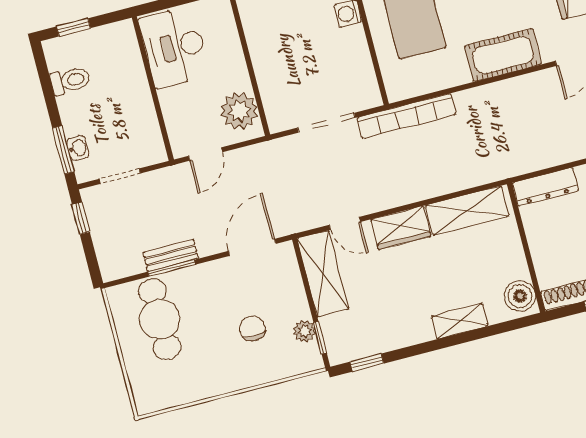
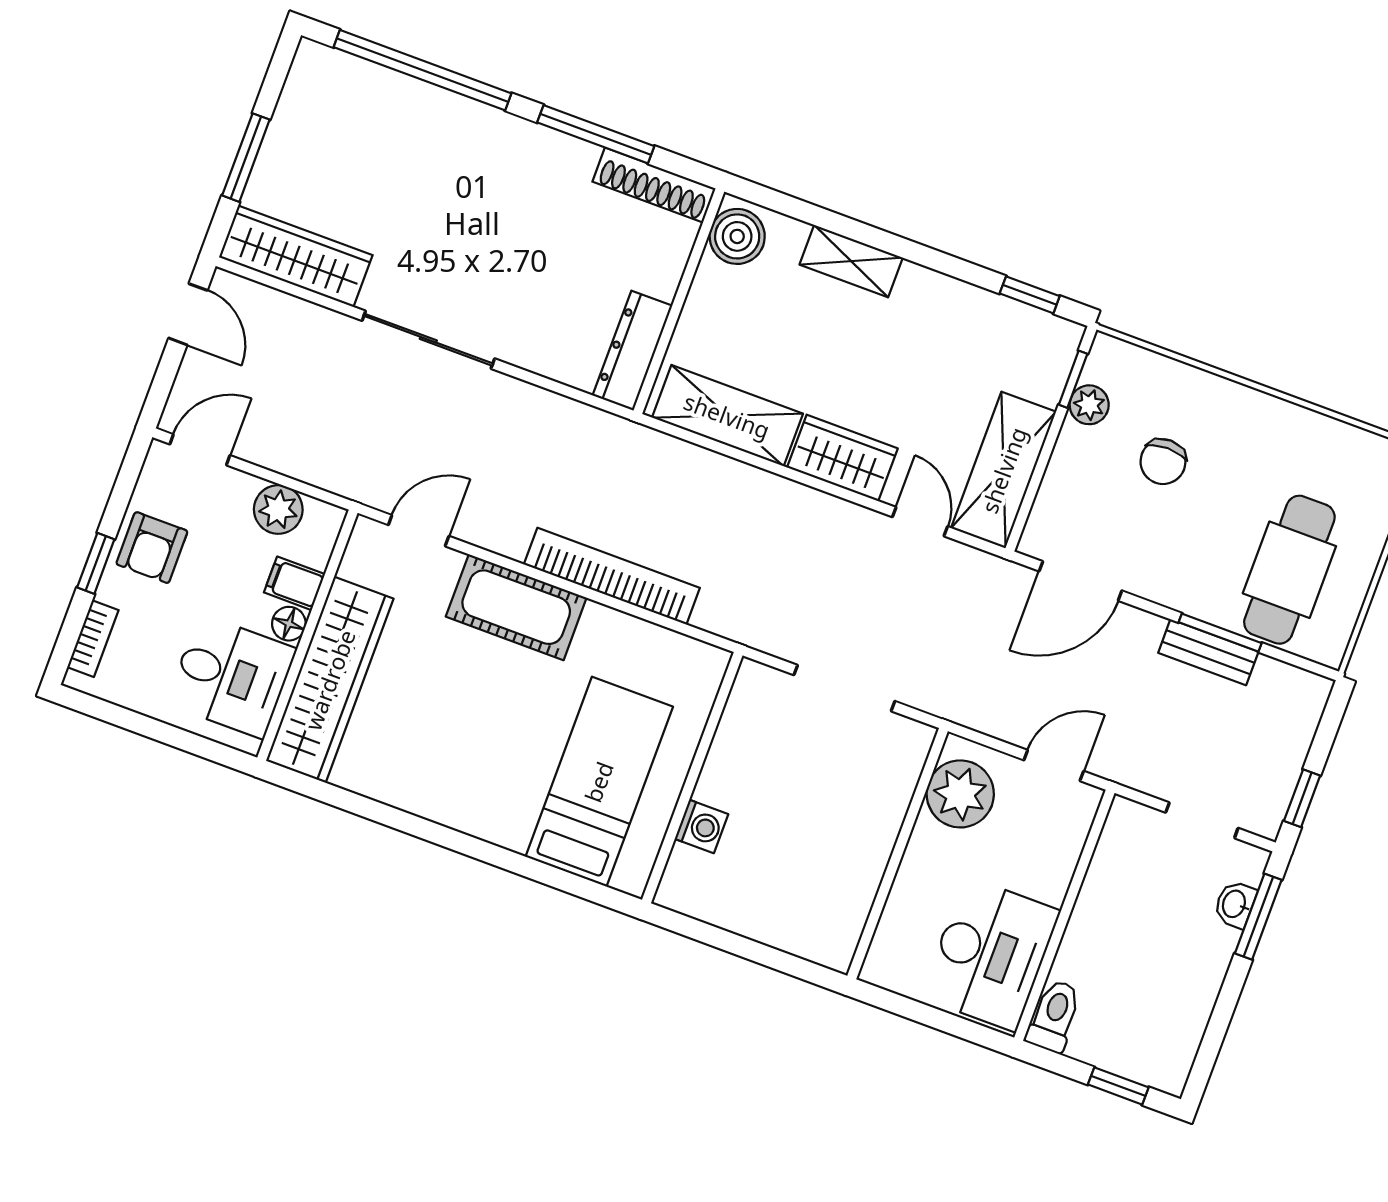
toilet: (70, 81) -> (1054, 1016), moved, turned 90
bookcase: (406, 116) -> (612, 576), moved
dresser: (545, 187) -> (632, 351), moved, turned -90

